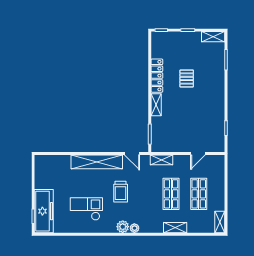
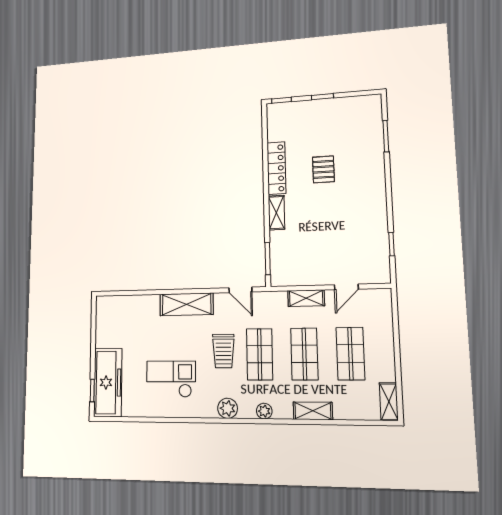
shelving: (213, 37) -> (363, 103), removed
shelving: (162, 160) -> (306, 298), moved
shelving: (97, 162) -> (187, 304), width x0.68
shop shelf: (143, 194) -> (260, 354), added
plant: (134, 228) -> (264, 411), moved

